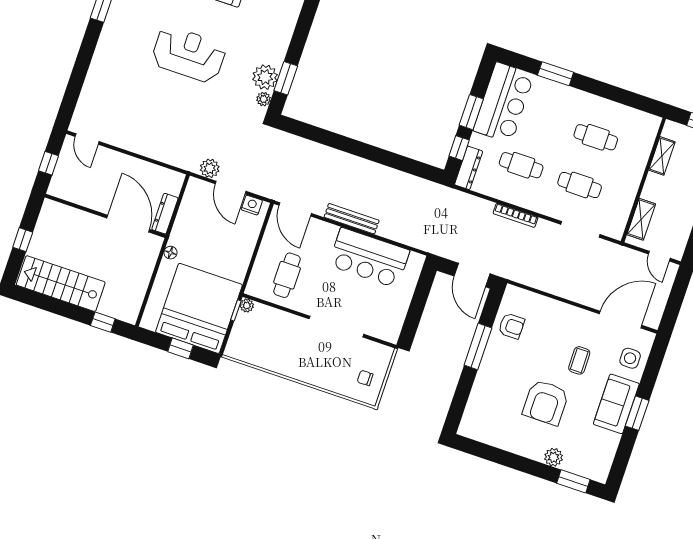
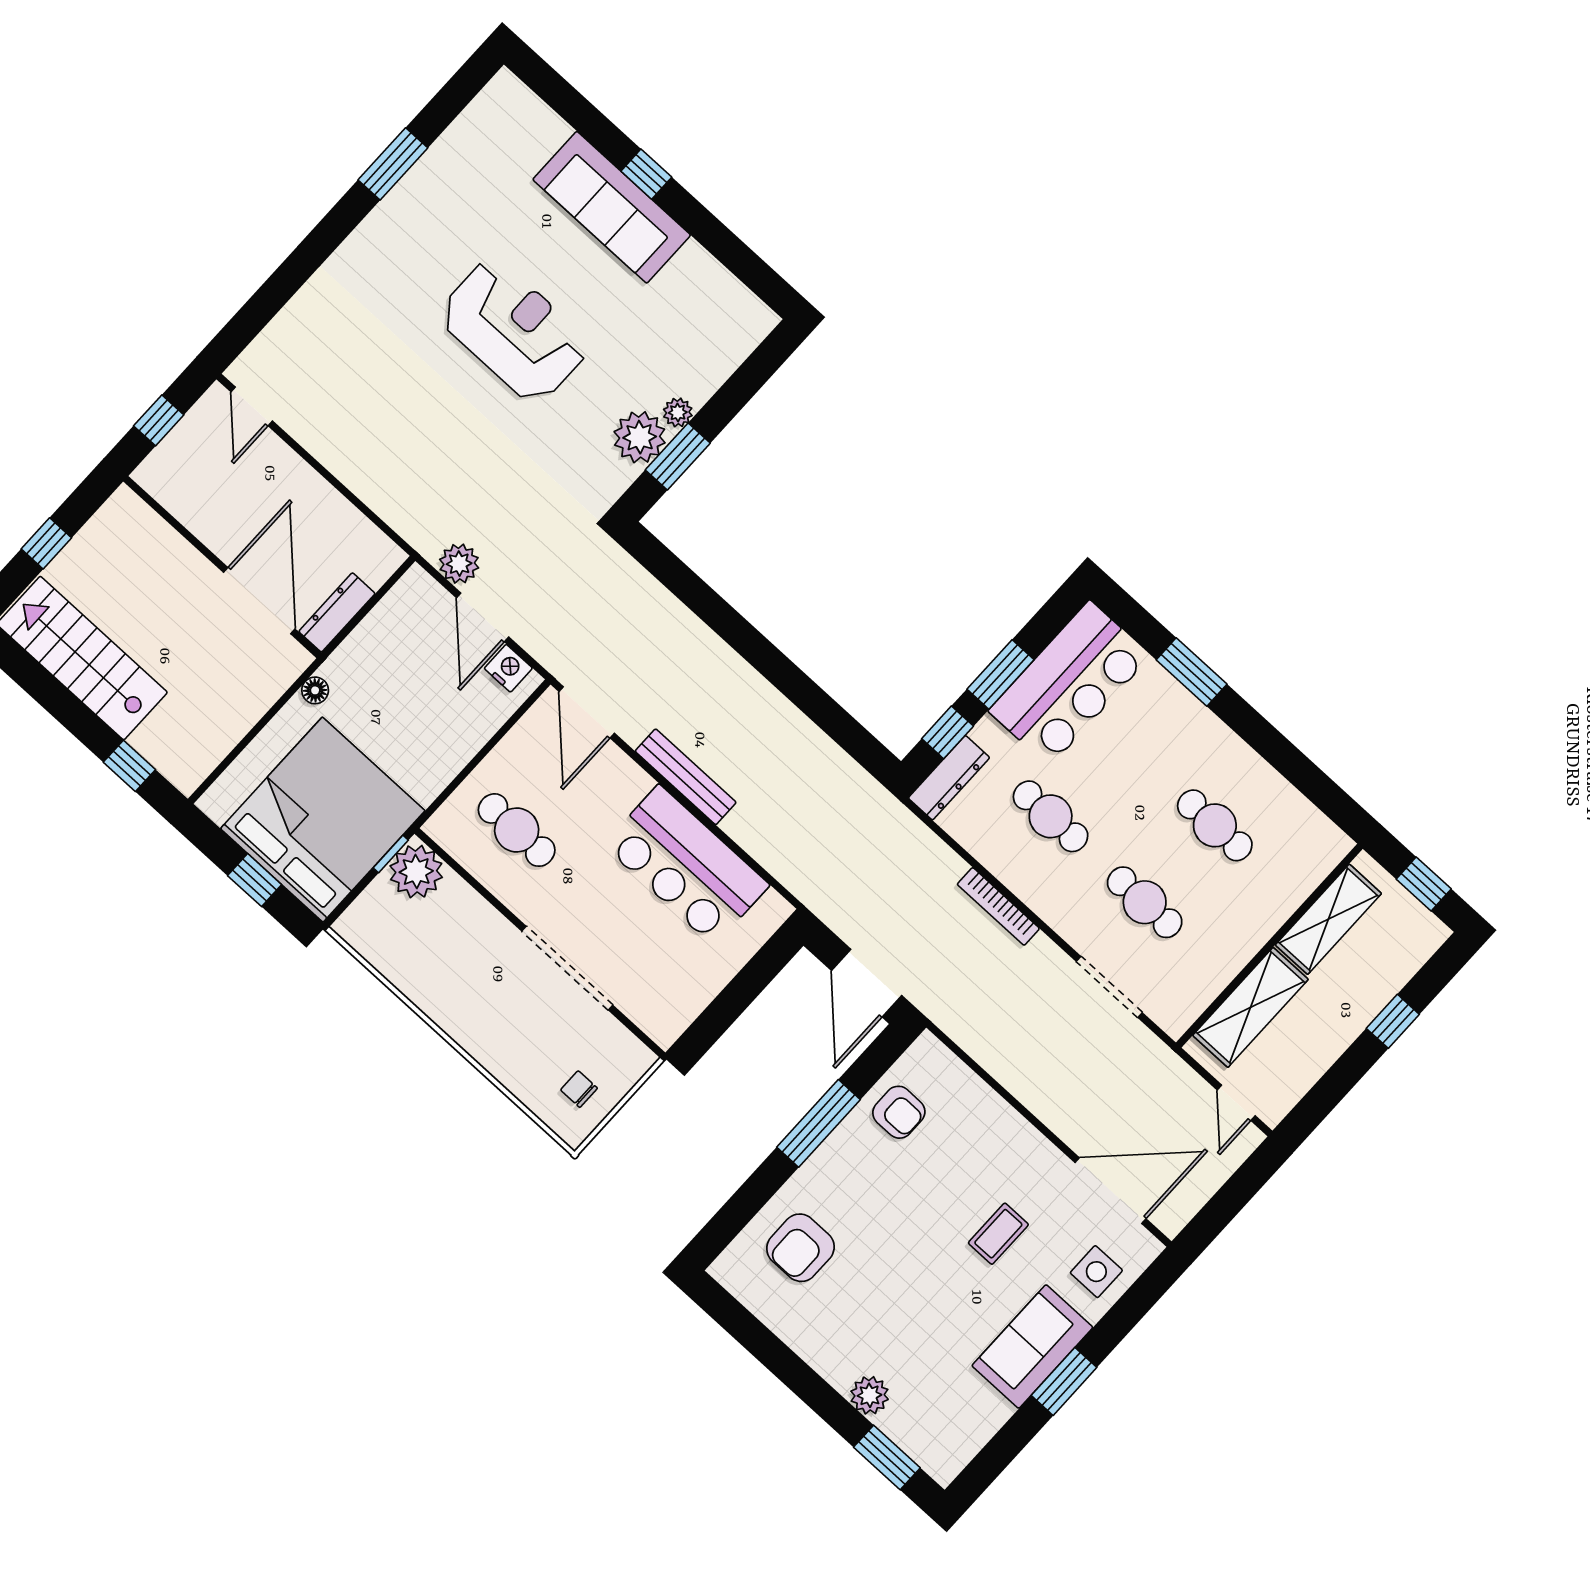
plant: (264, 99) -> (678, 412), moved
shelving: (662, 156) -> (1328, 919), width x1.50, depth x1.33
shelving: (641, 219) -> (1250, 1007), width x1.50, depth x1.33
cafe table: (287, 275) -> (517, 830), turned 90
plant: (247, 306) -> (416, 872), width x1.88, depth x1.88
armchair: (546, 402) -> (800, 1248), moved, width x0.73, depth x0.73

